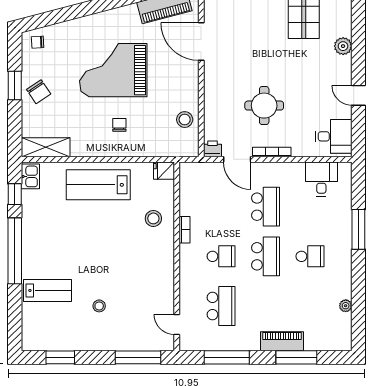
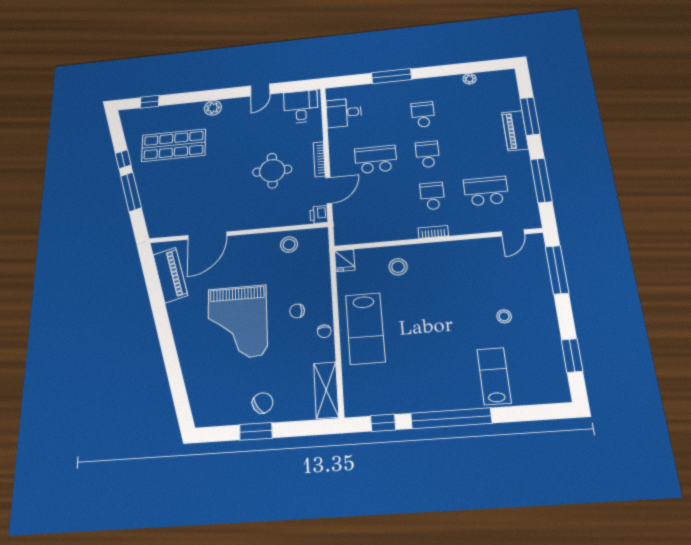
chair: (38, 42) -> (324, 331), moved
kitchen sink: (30, 176) -> (361, 406), removed
bookcase: (185, 230) -> (433, 232), moved
school desk: (266, 256) -> (428, 154), width x0.54

